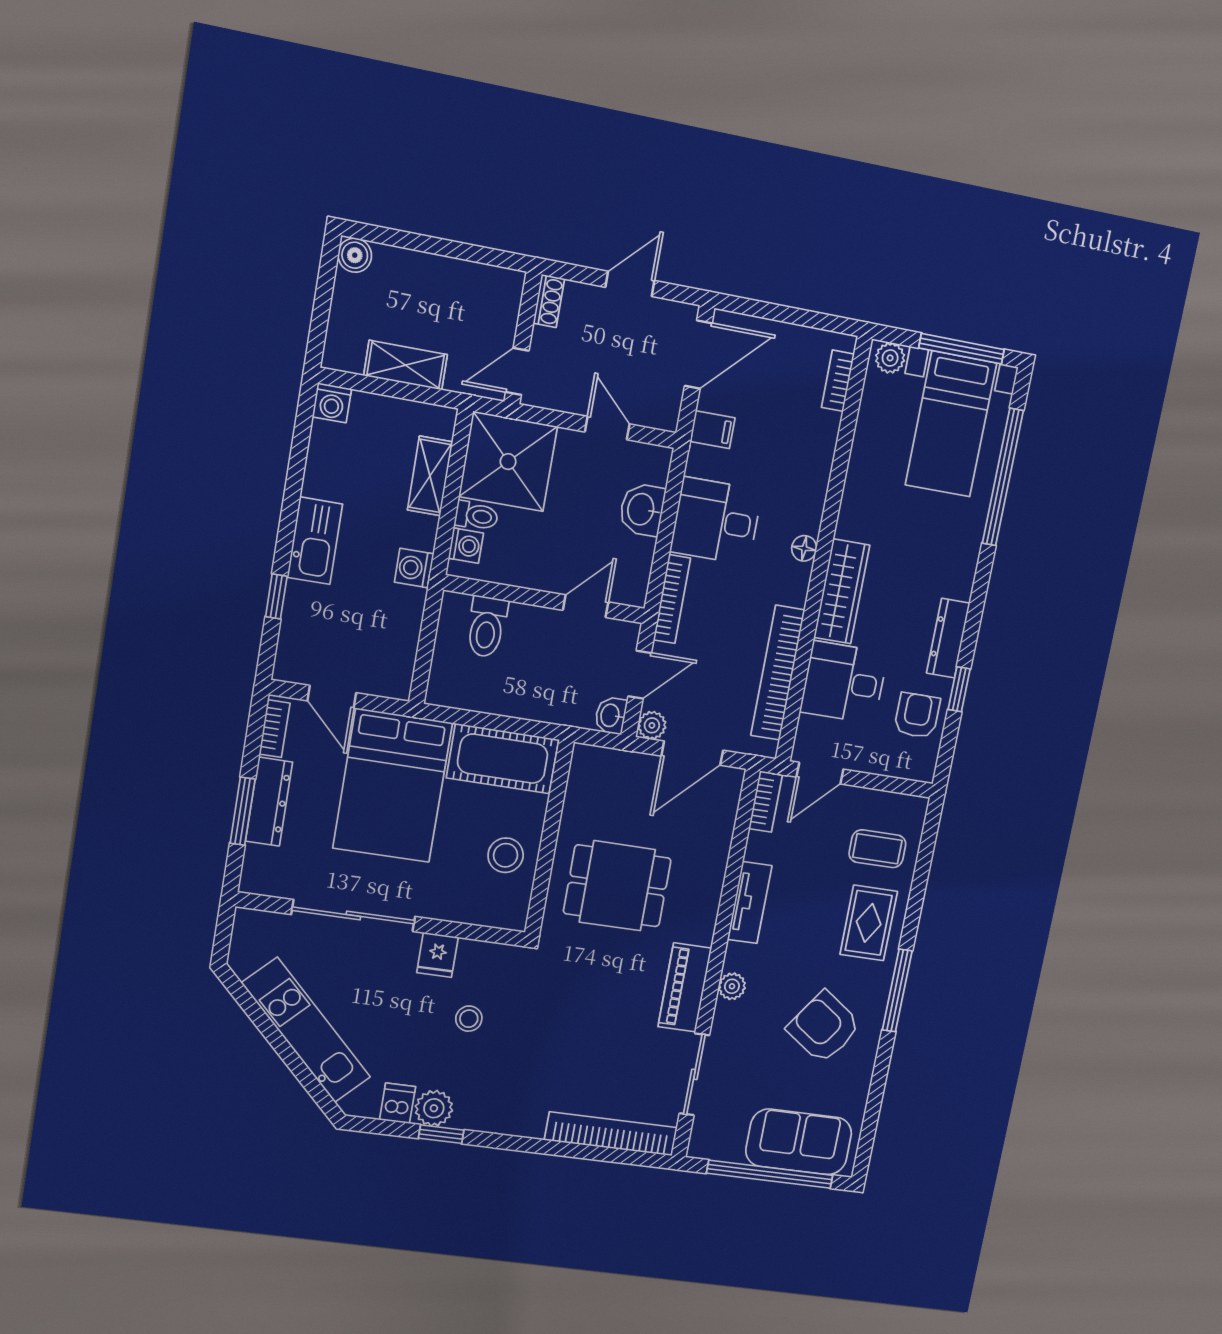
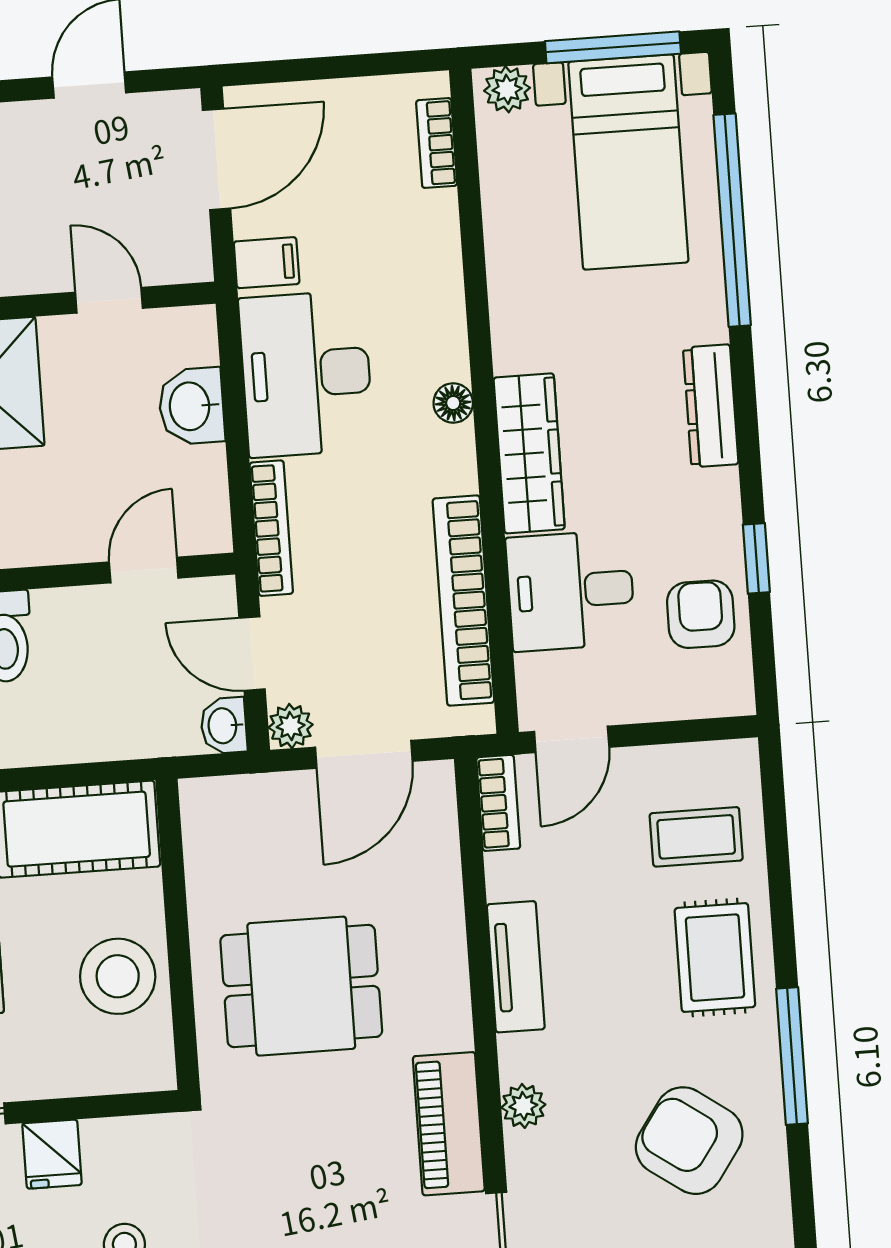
desk: (716, 521) -> (306, 374), width x1.37
dresser: (948, 638) -> (711, 406), moved
door: (640, 675) -> (252, 654), swing flipped
stool: (506, 855) -> (118, 976), width x1.38, depth x1.38

